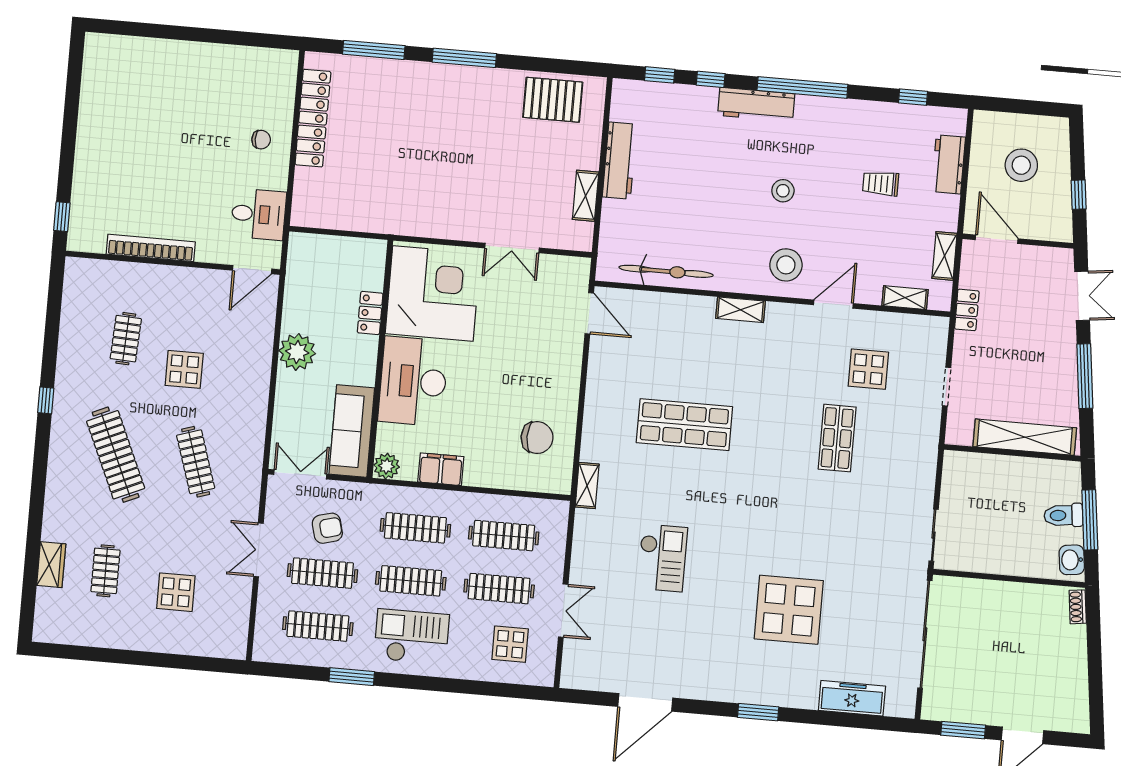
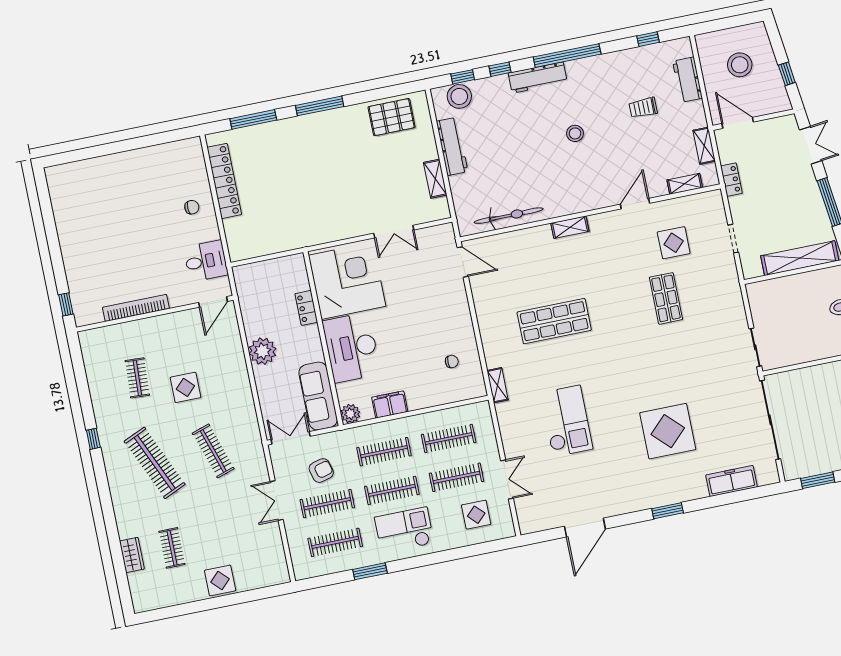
stool: (786, 265) -> (459, 96), moved
chair: (537, 438) -> (452, 362), width x0.54, depth x0.54
checkout: (662, 558) -> (567, 421), width x1.36, depth x1.21
display table: (176, 592) -> (220, 580), moved

